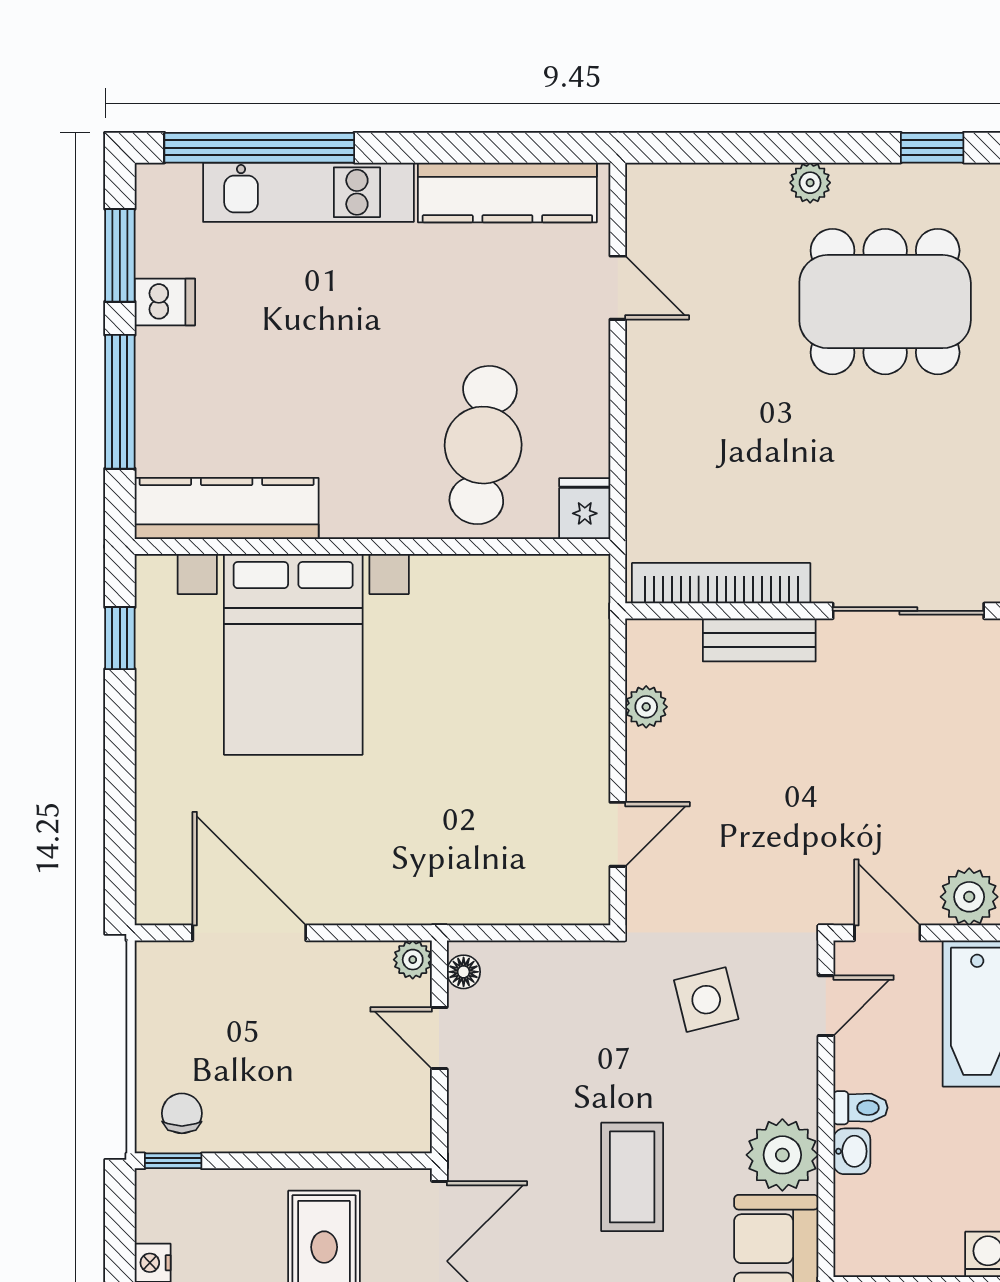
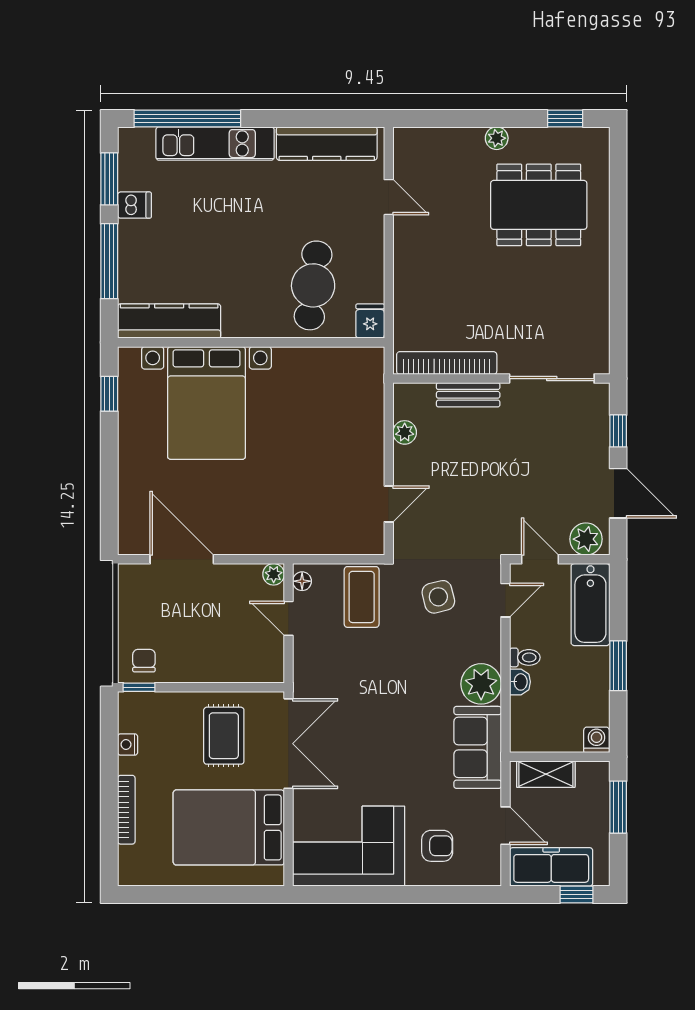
coffee table: (632, 1177) -> (362, 597), moved

